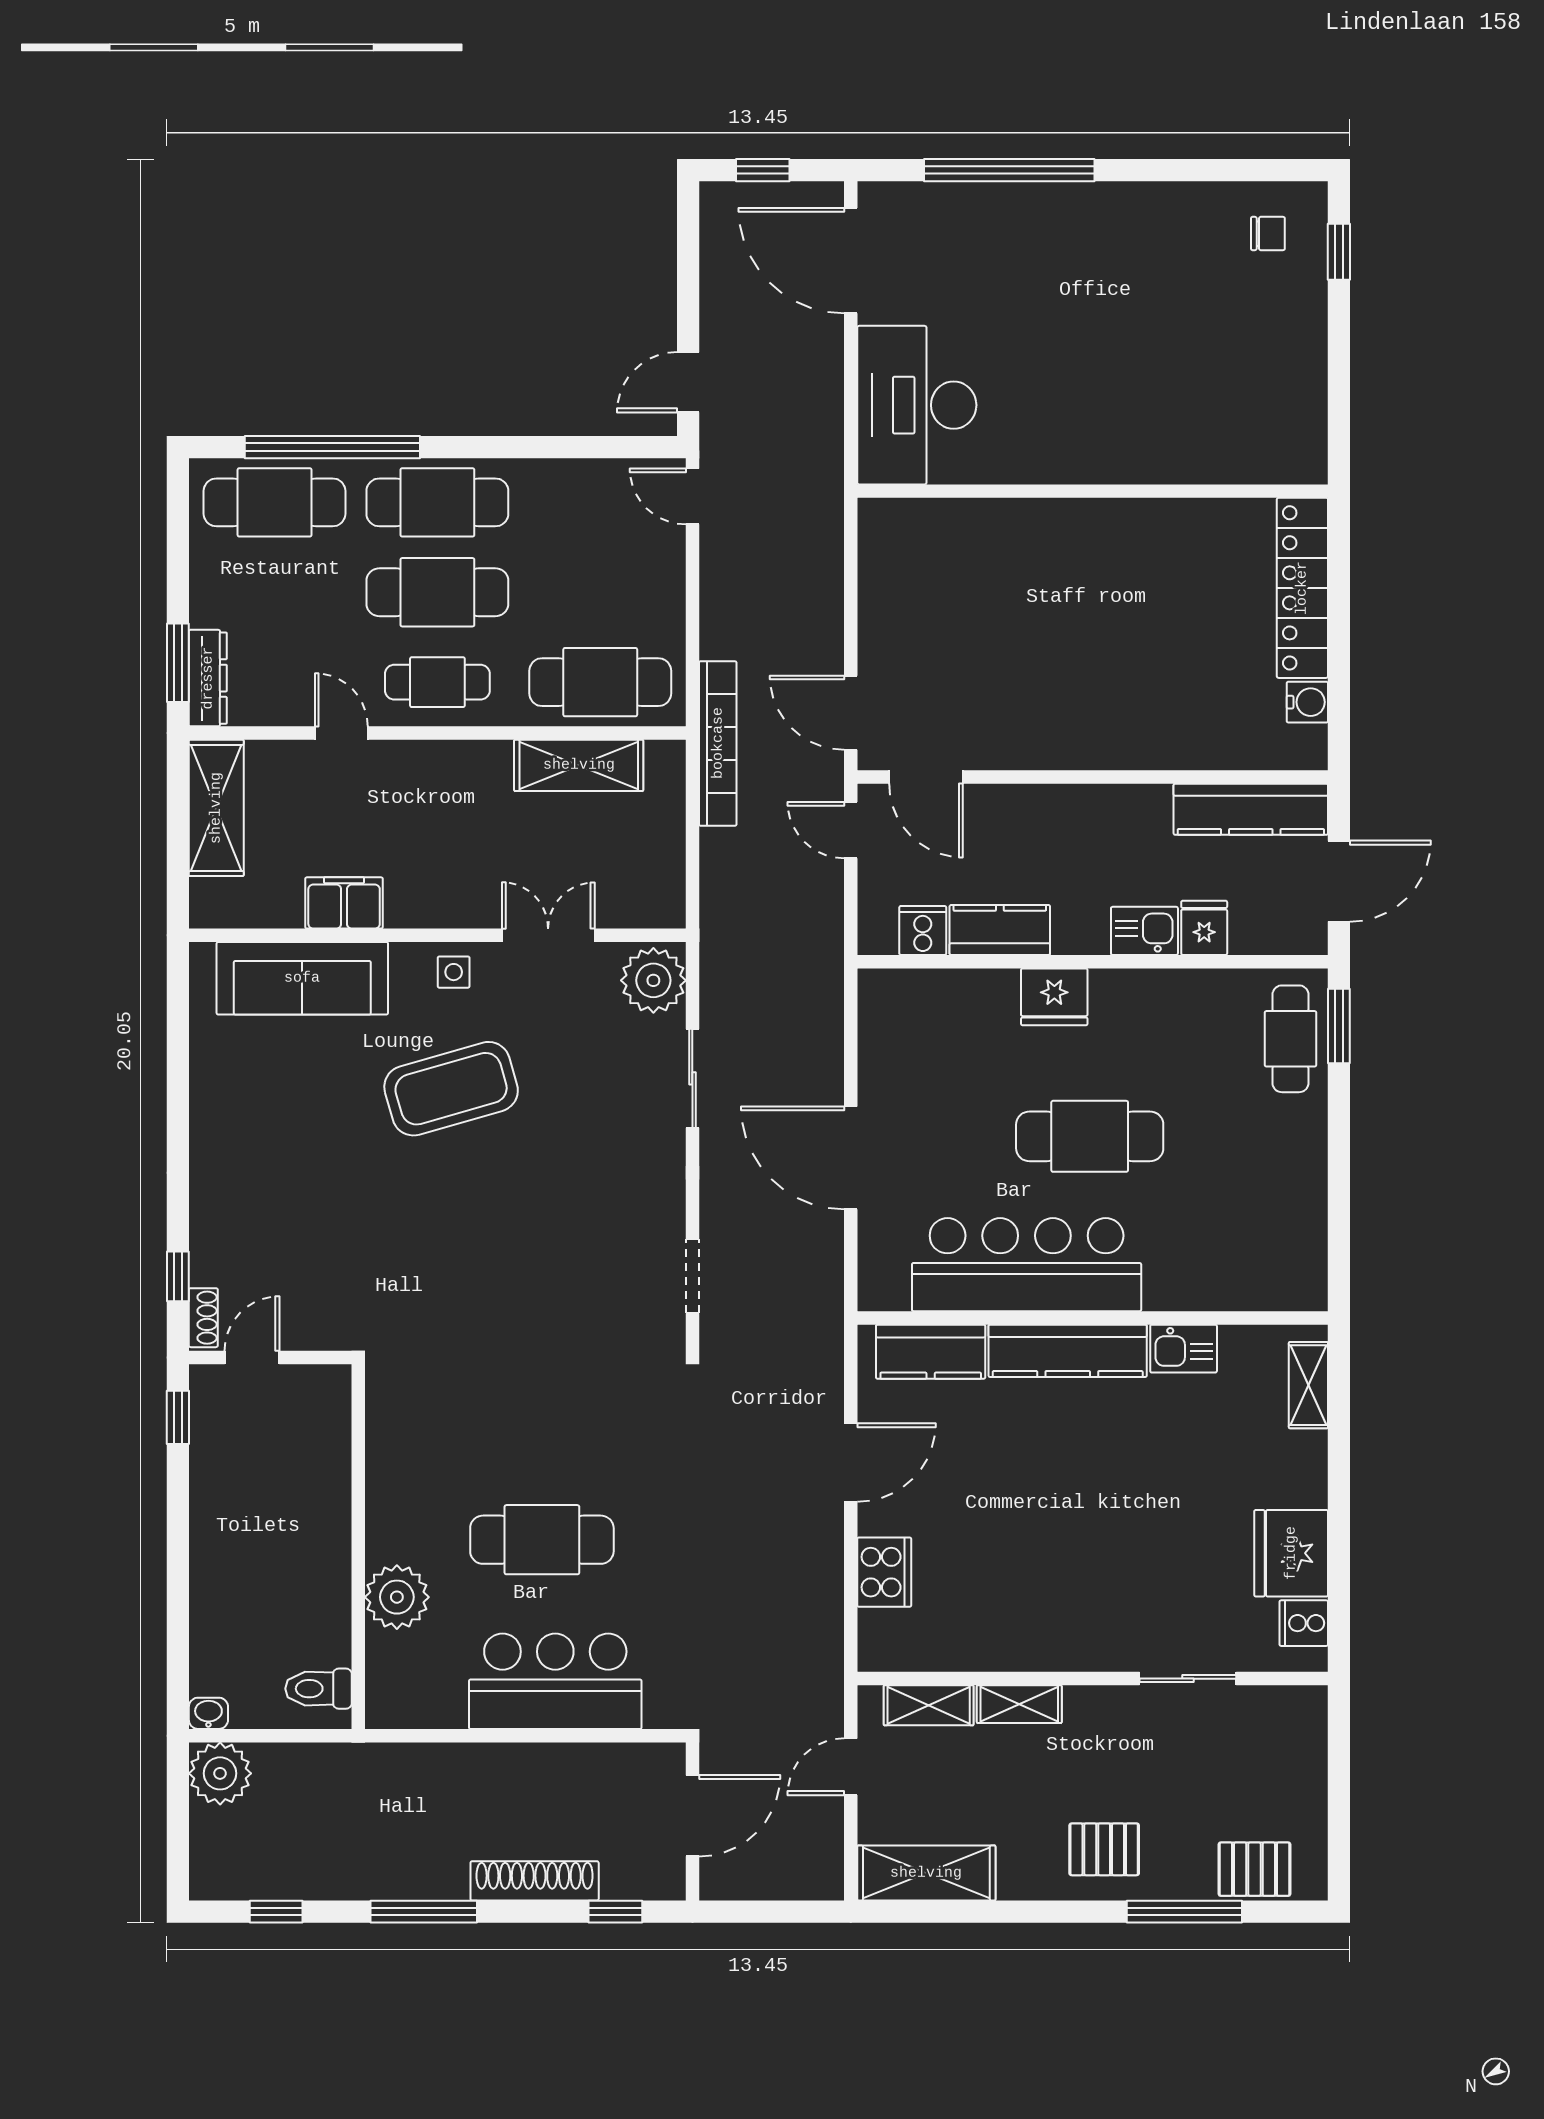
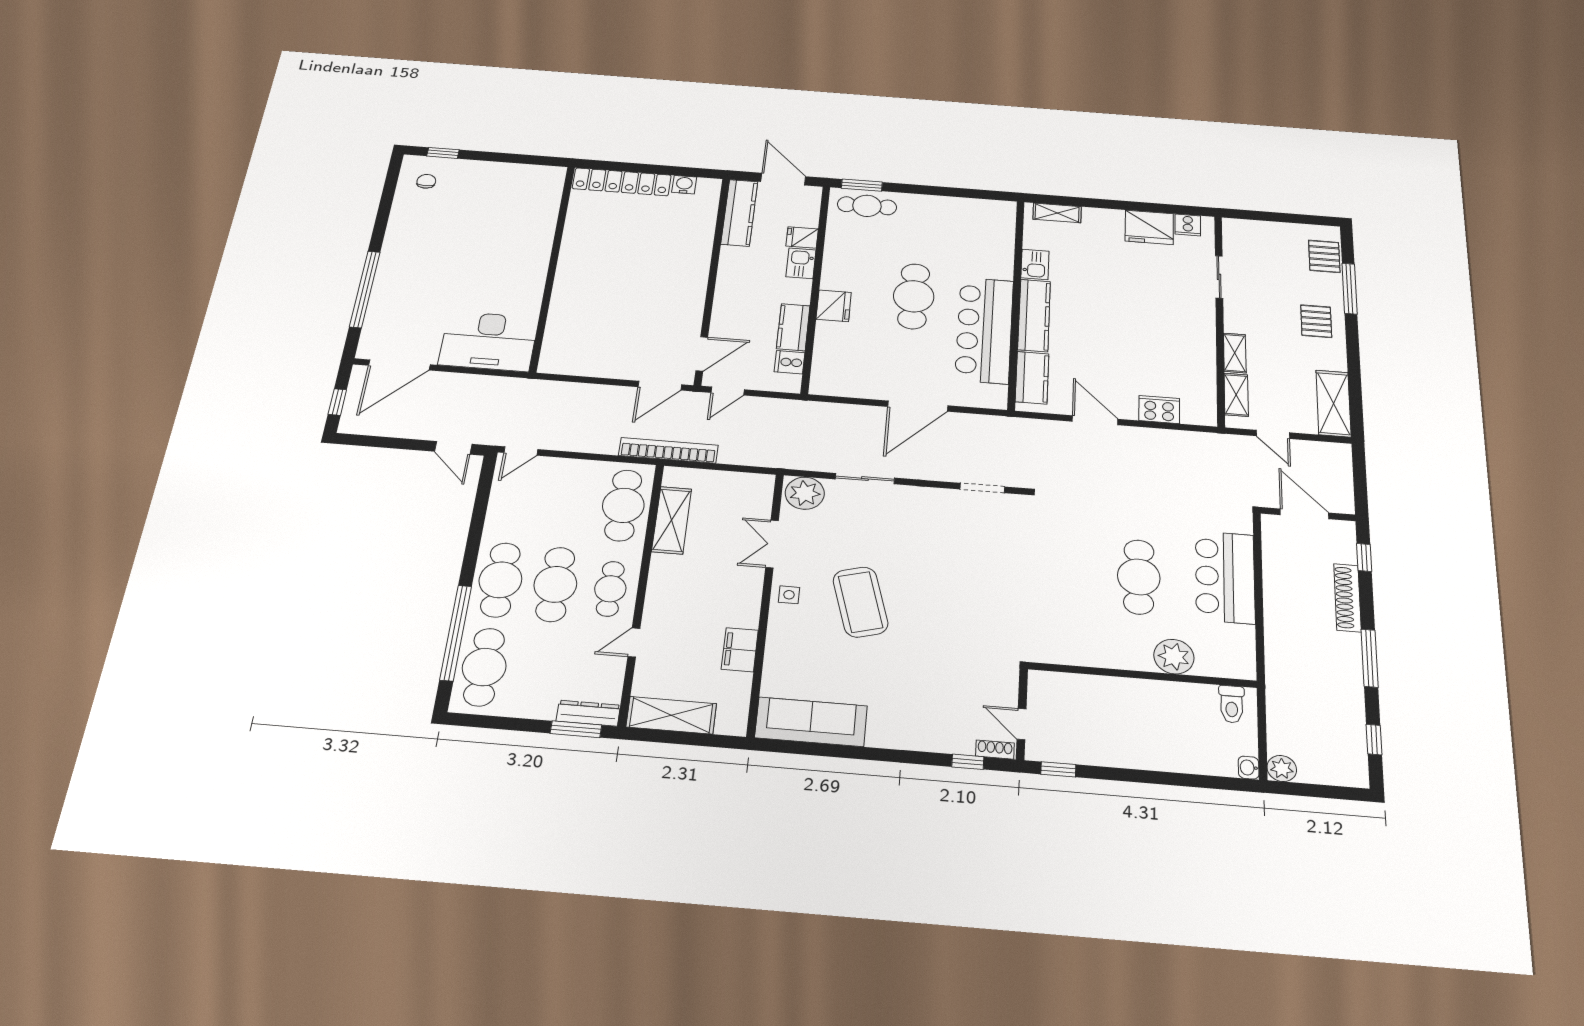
sofa: (302, 978) -> (811, 722), moved, turned -90
plant: (220, 1773) -> (1282, 768), width x0.73, depth x0.73

